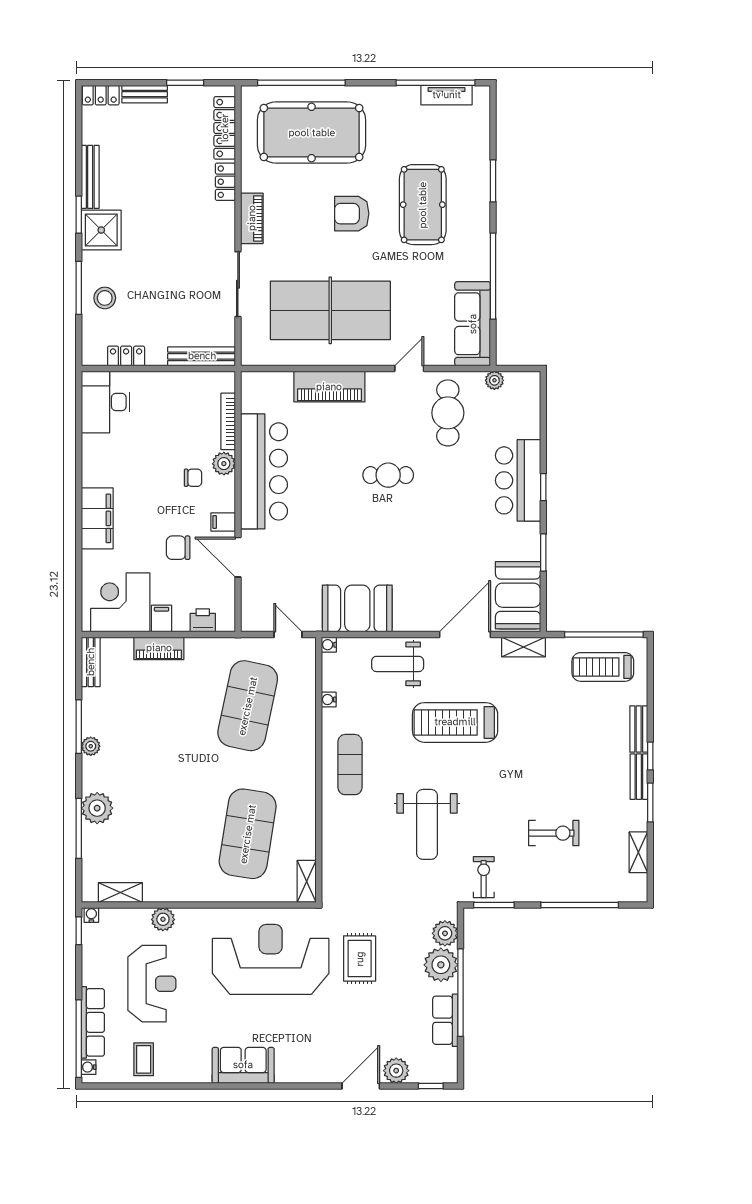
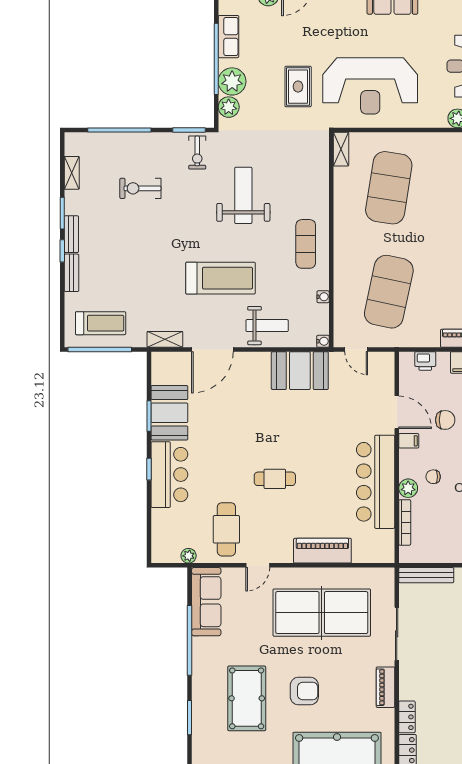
booth: (518, 595) -> (169, 413), moved

